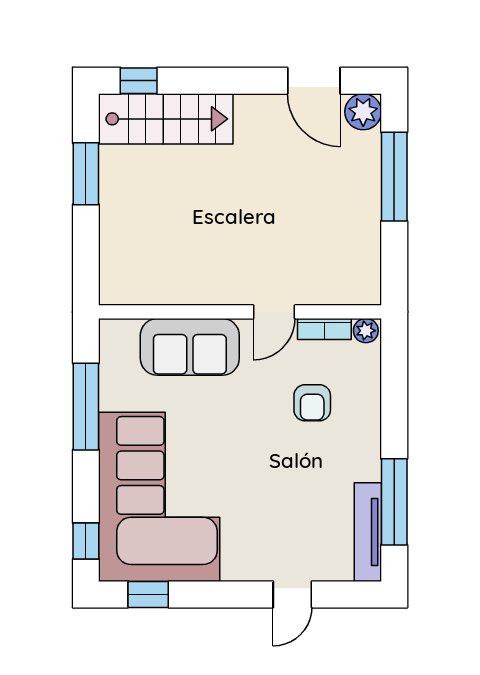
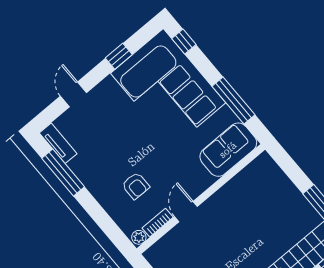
sofa: (190, 347) -> (228, 150), moved
armchair: (312, 403) -> (136, 186), turned 180
tv unit: (368, 532) -> (58, 143), width x0.71
window: (148, 594) -> (119, 56), moved

